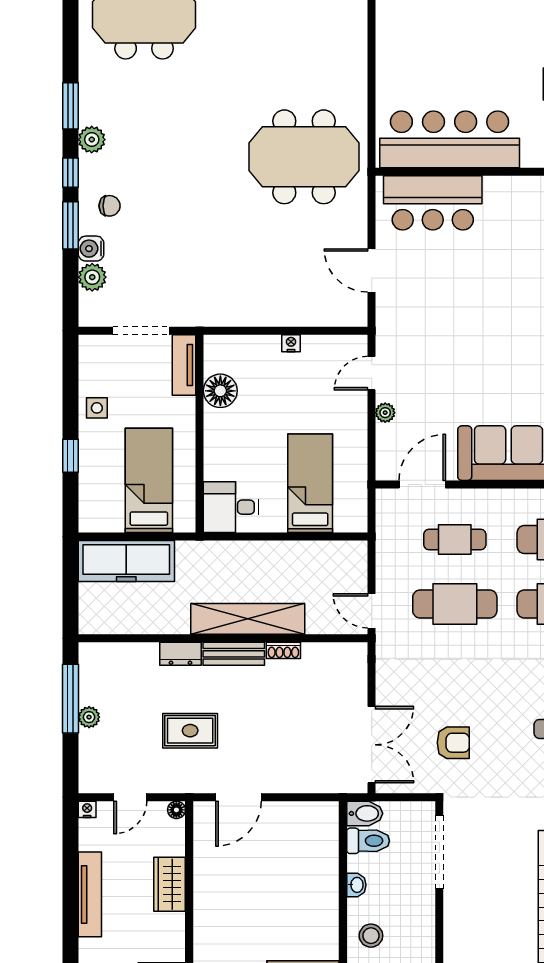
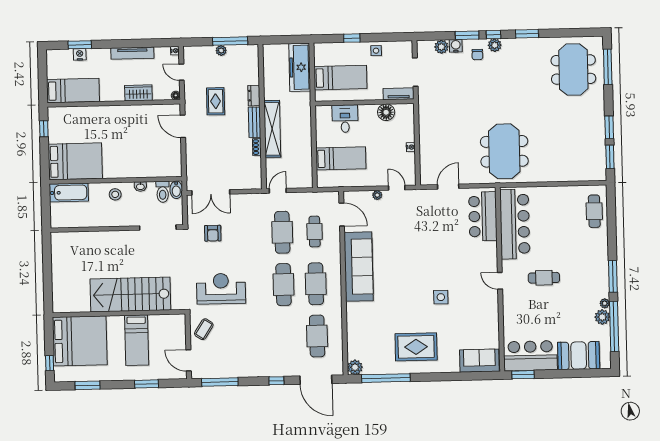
plant: (92, 140) -> (495, 45), moved
desk: (231, 507) -> (345, 119), moved

